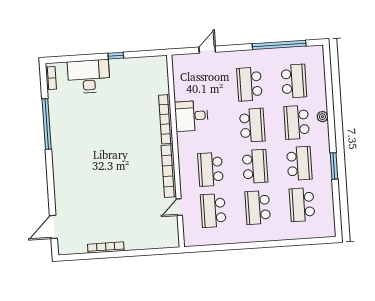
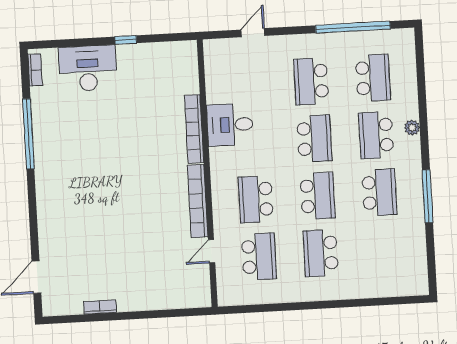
window: (334, 166) -> (428, 196), width x1.44
school desk: (302, 205) -> (382, 250), removed
school desk: (213, 210) -> (259, 257), turned 180
bookcase: (106, 248) -> (100, 307), width x0.64

